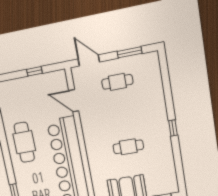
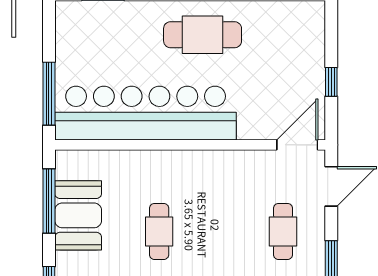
door: (74, 101) -> (297, 145), moved

